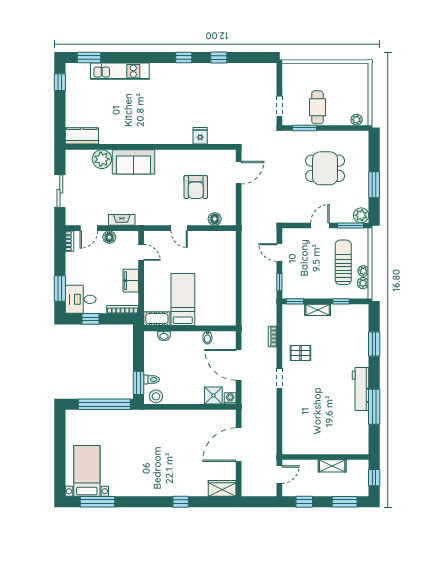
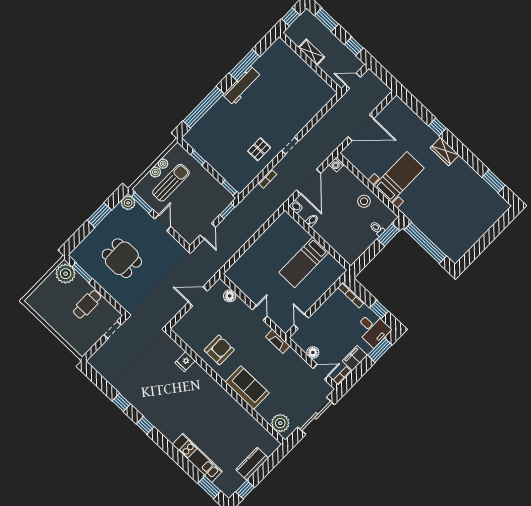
plant: (357, 120) -> (66, 274), width x1.88, depth x1.88
window: (305, 128) -> (82, 273), moved
kitchen counter: (82, 136) -> (252, 464), moved, turned 90
plant: (102, 159) -> (280, 423), moved
door: (239, 173) -> (198, 296), moved
armchair: (196, 187) -> (219, 350), moved
sliding door: (60, 191) -> (316, 416), width x1.37
fireplace: (122, 220) -> (278, 341), moved
door: (320, 225) -> (163, 223), swing flipped
sun lounger: (343, 262) -> (171, 183), turned 180
filing cabinet: (131, 281) -> (355, 358), moved, turned 180
plant: (363, 283) -> (155, 172), moved
shelving: (318, 310) -> (219, 167), removed
cot: (157, 319) -> (334, 266), removed
washbasin: (164, 336) -> (296, 207), moved
window: (374, 344) -> (203, 107), width x2.11
pallet: (300, 353) -> (259, 149), turned 90
stool: (156, 396) -> (364, 201), moved
shower: (213, 396) -> (346, 177), removed
bed with nightstands: (87, 471) -> (399, 177), moved, turned 180
wardrobe: (222, 488) -> (445, 151), moved
window: (97, 502) -> (494, 181), width x0.69

